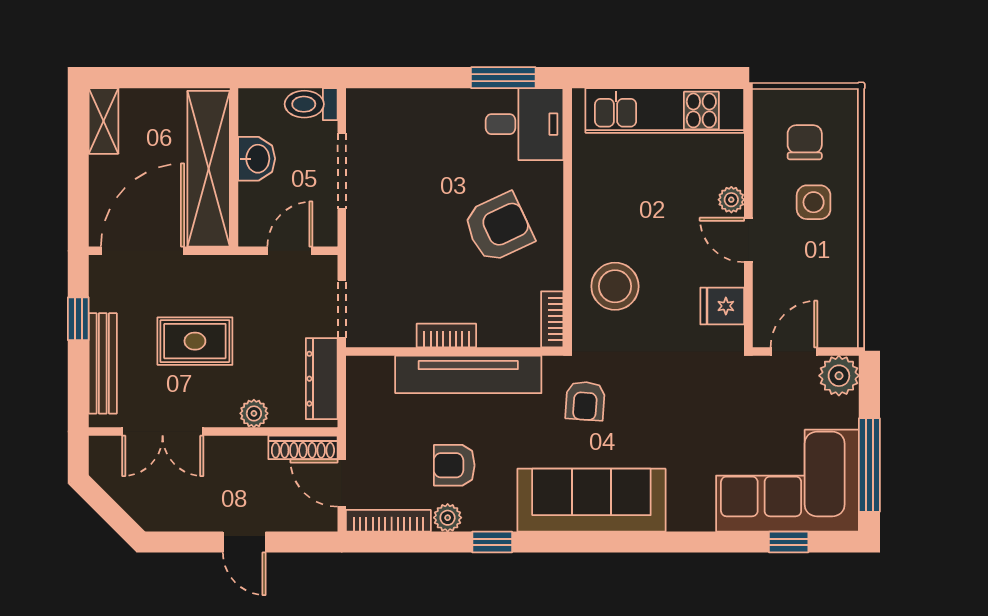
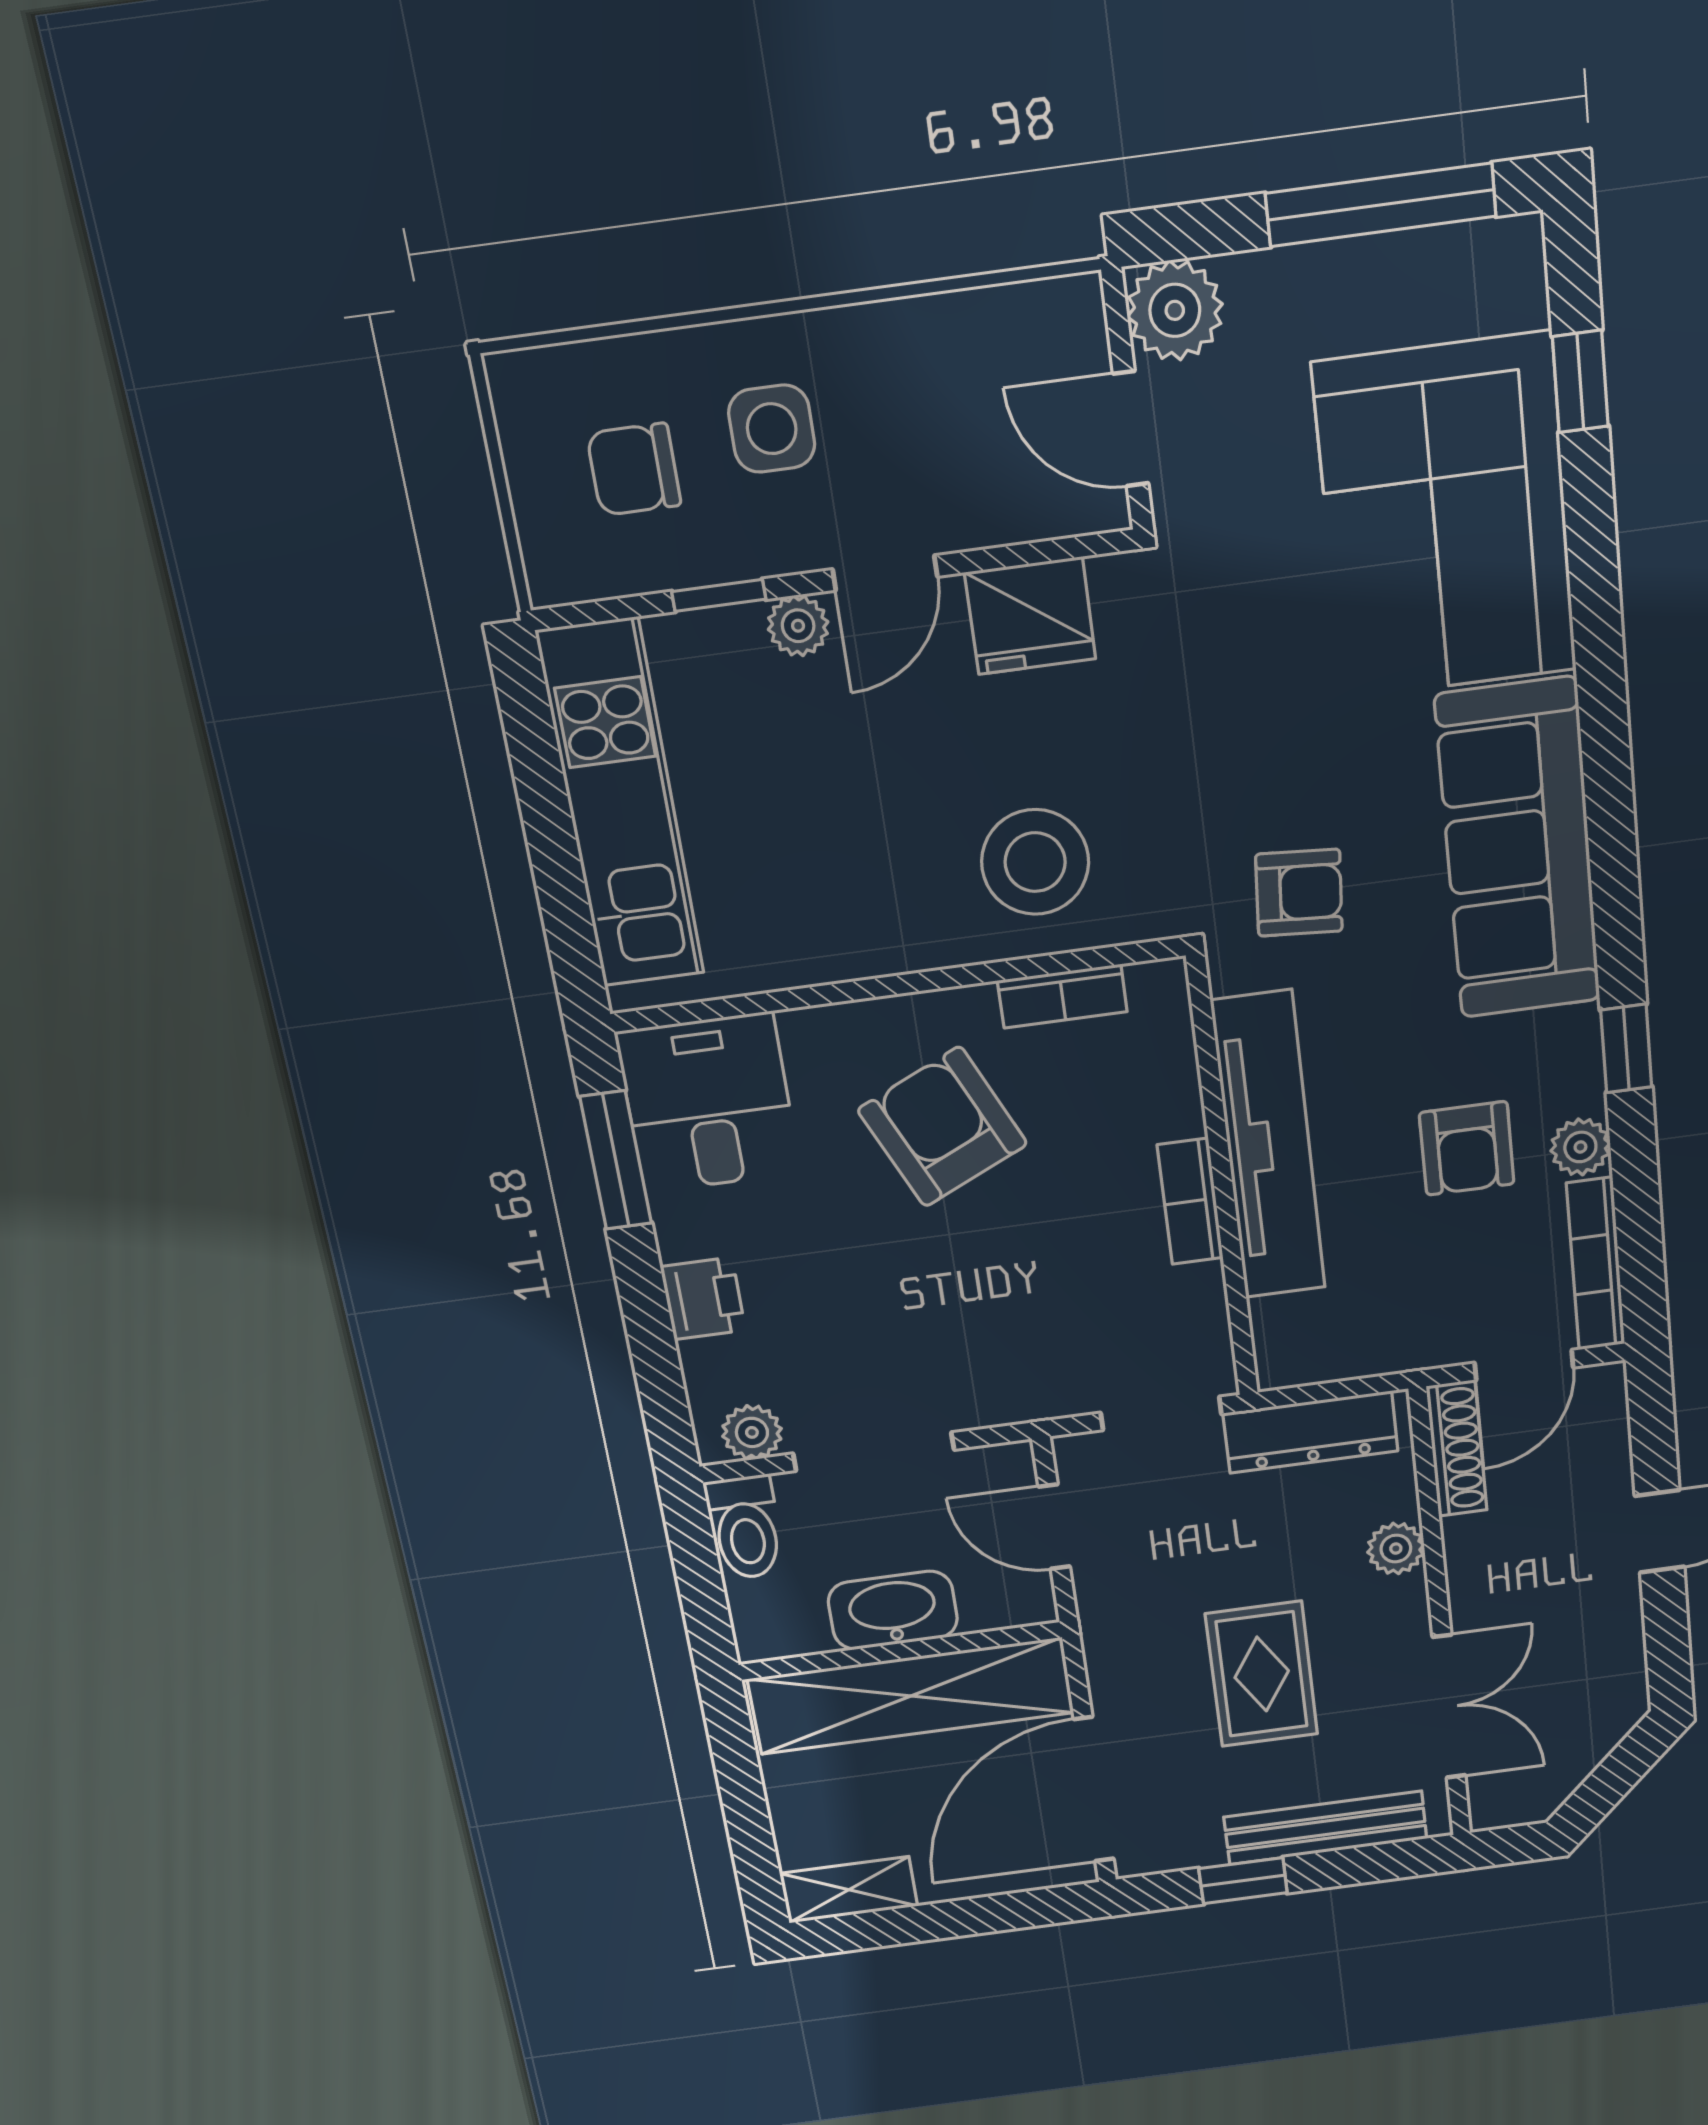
printer: (431, 105) -> (703, 1299), added
plant: (360, 116) -> (752, 1432), added
washbasin: (257, 159) -> (893, 1610), width x1.38
window: (748, 168) -> (719, 595), added
door: (142, 251) -> (1094, 1790), hinge flipped
fridge: (722, 306) -> (1030, 616), width x1.38
bookcase: (552, 319) -> (1062, 996), moved
corner sofa: (788, 481) -> (1446, 518), moved

